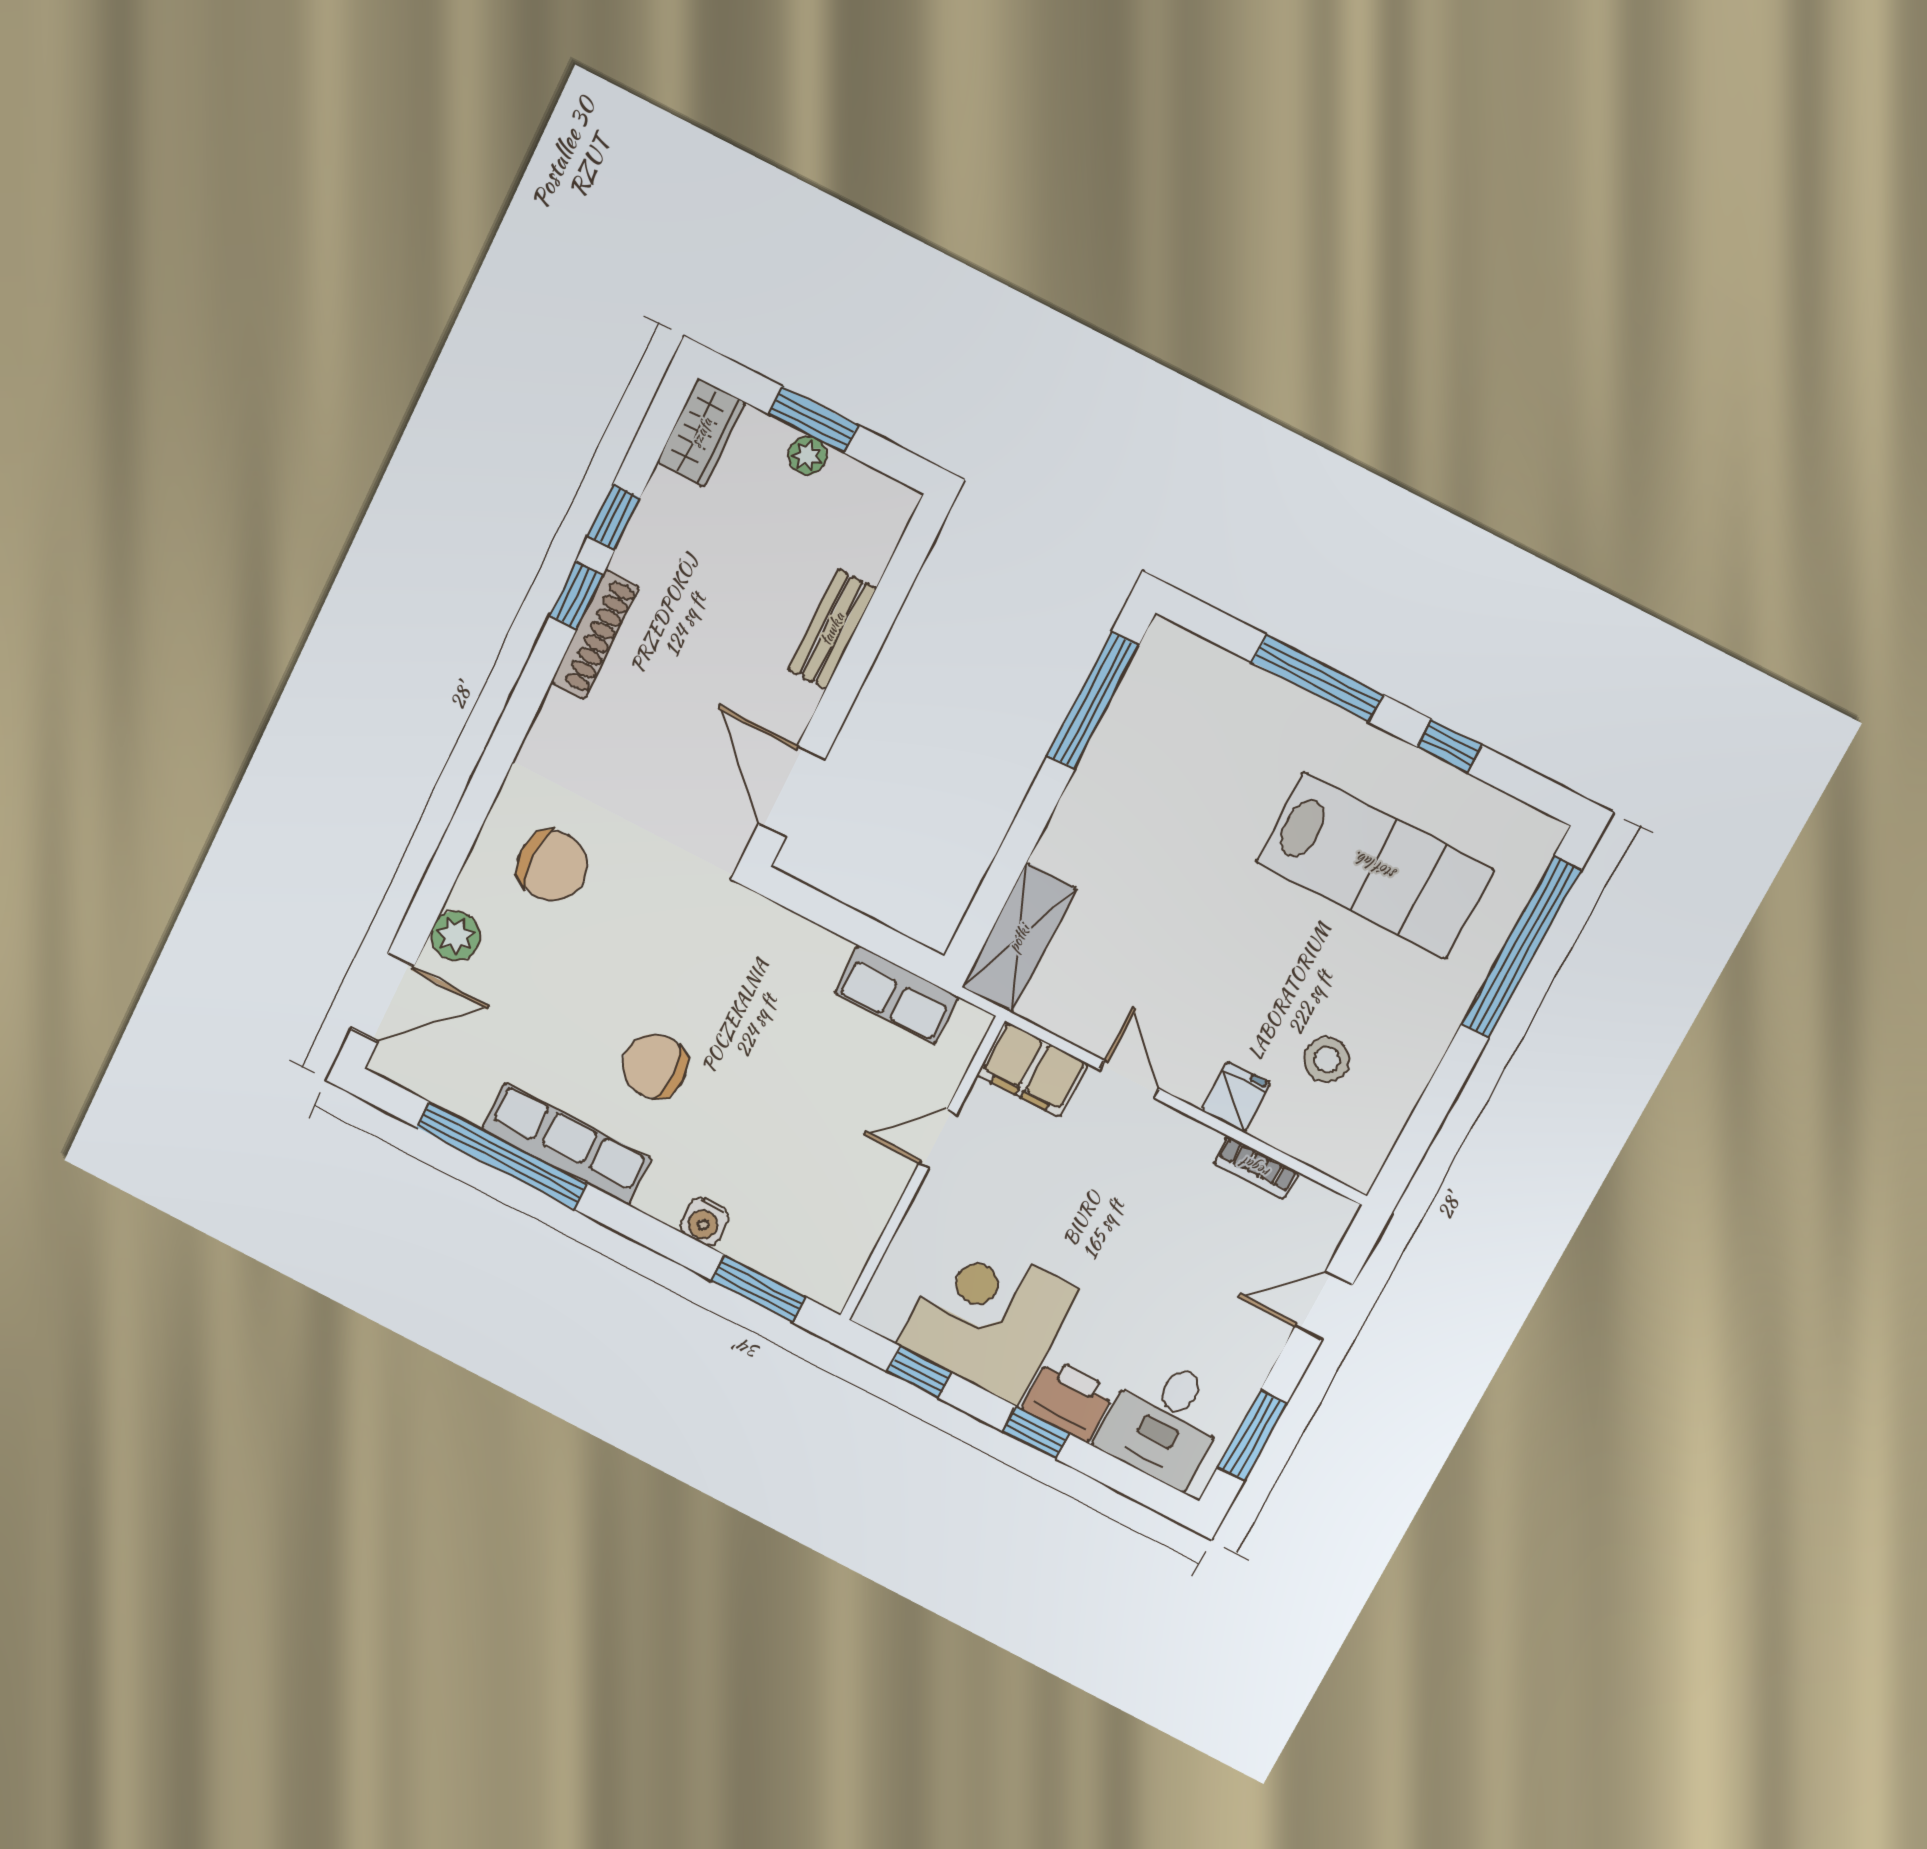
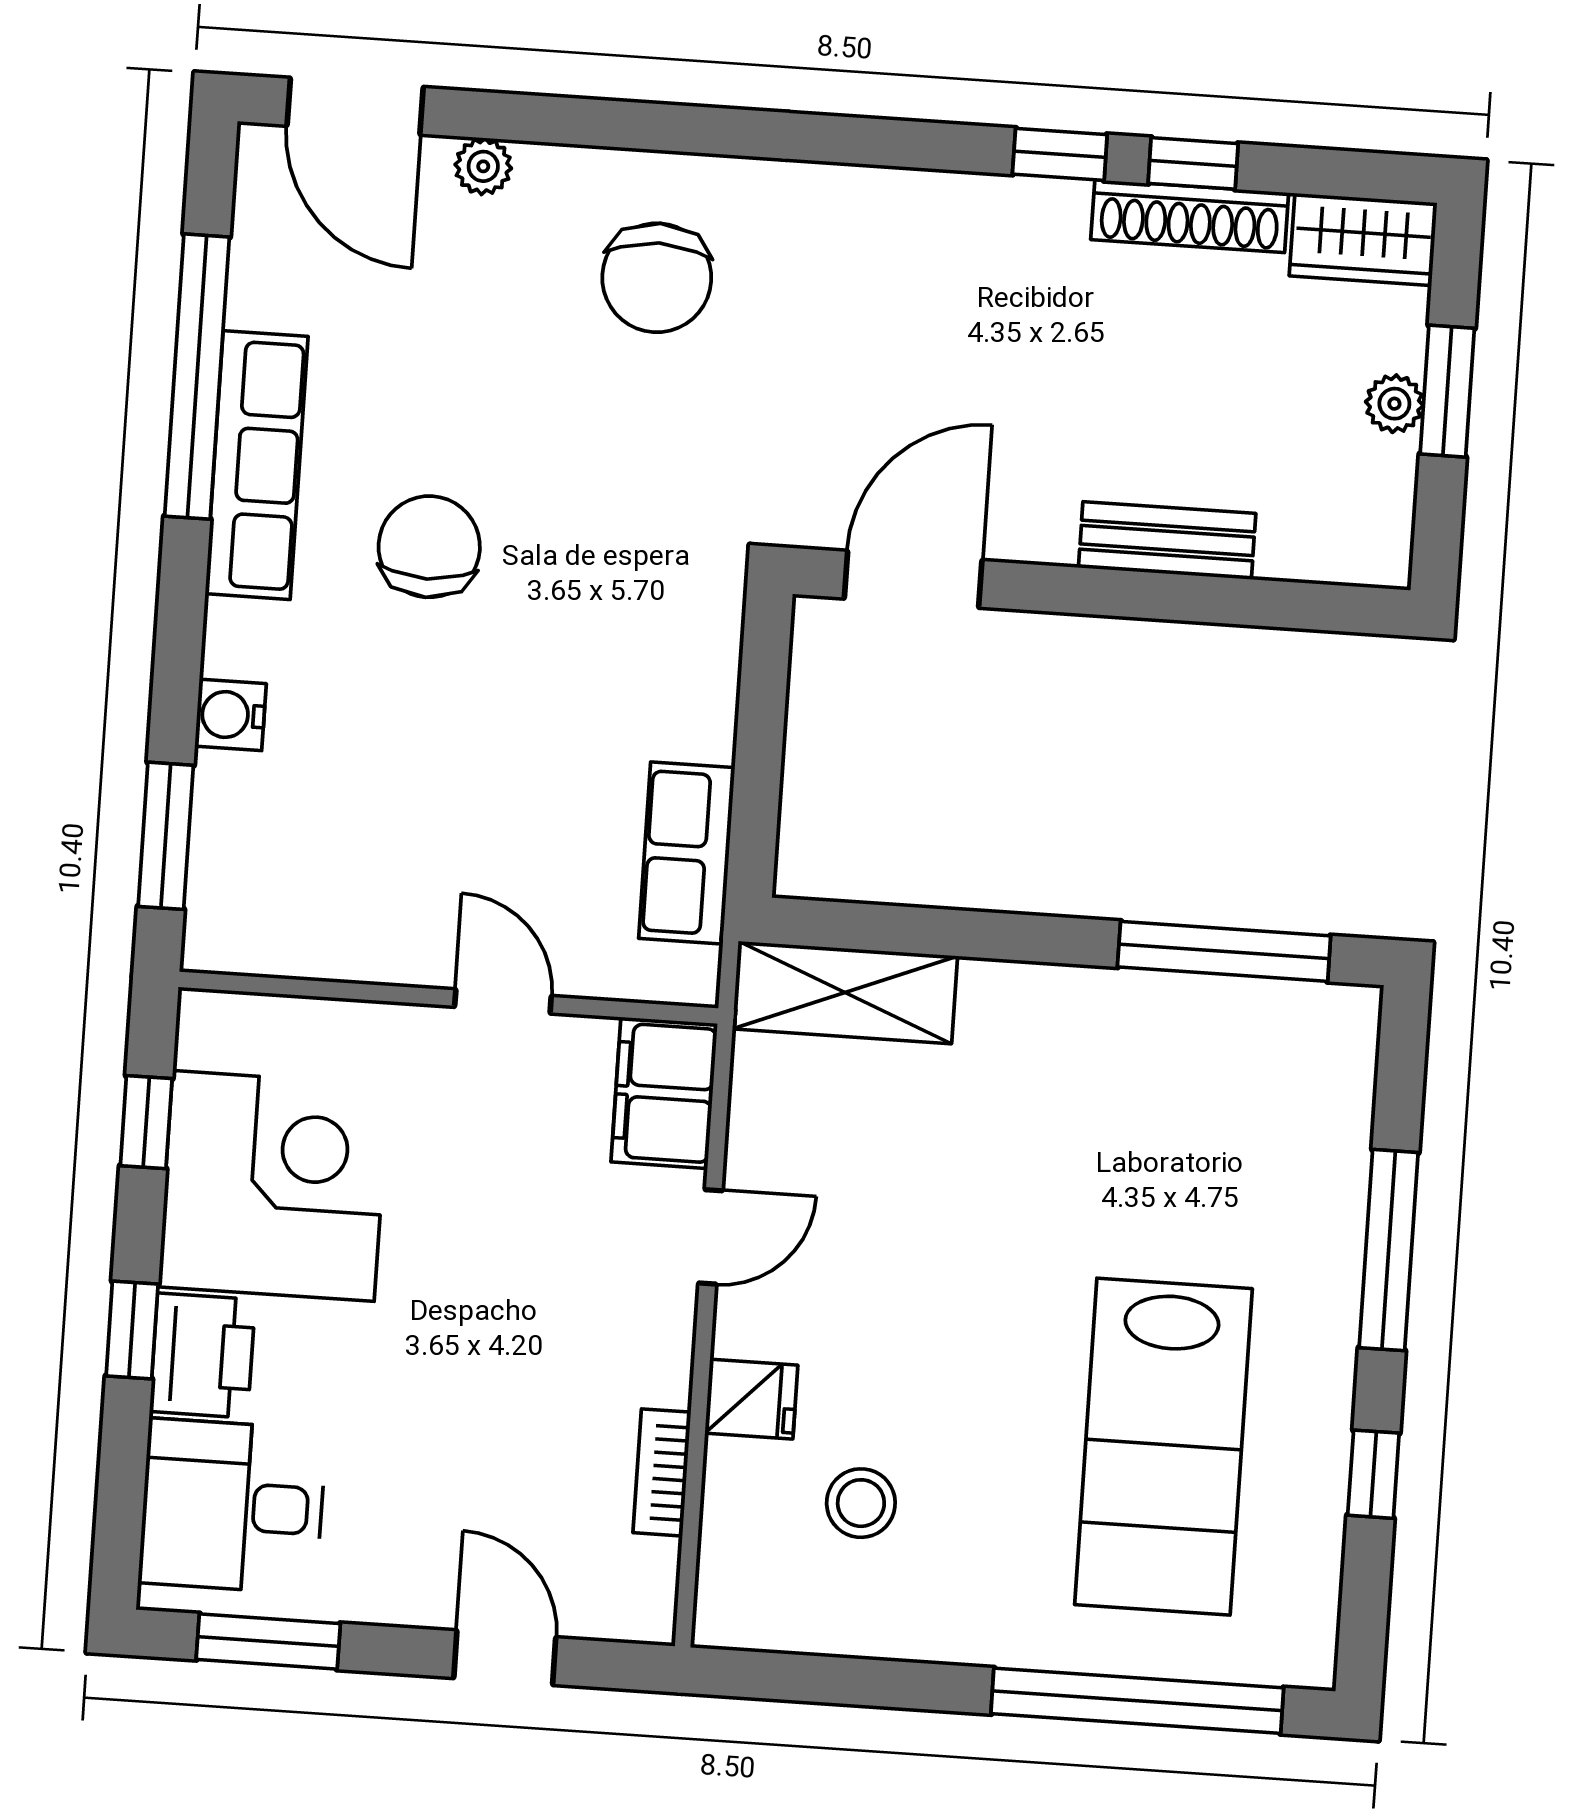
shoe rack: (595, 635) -> (1190, 216), moved
plant: (456, 936) -> (483, 166), width x0.73, depth x0.73

